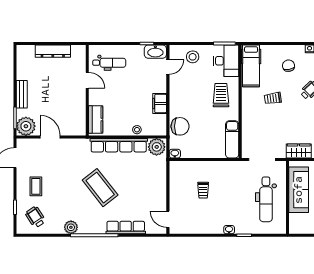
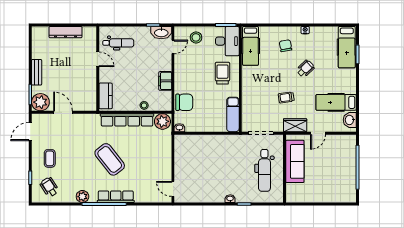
trolley: (273, 98) -> (286, 97), moved
trolley: (203, 190) -> (206, 162), removed
row of seats: (126, 228) -> (116, 197), moved

